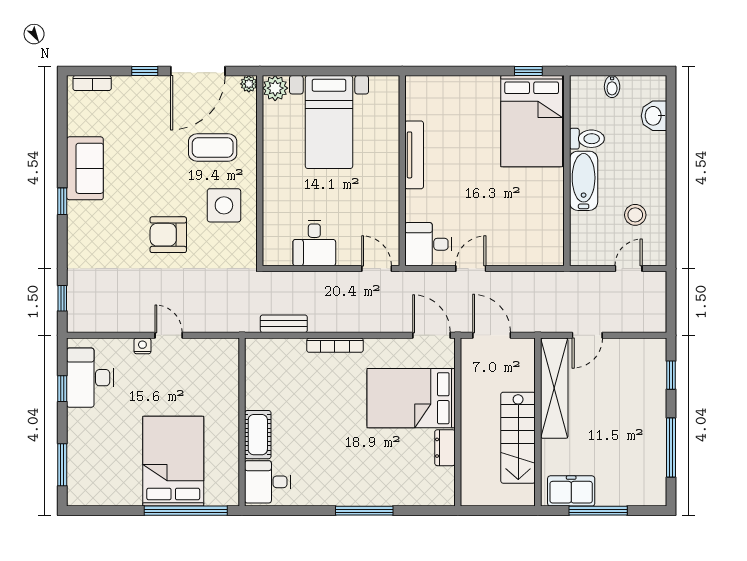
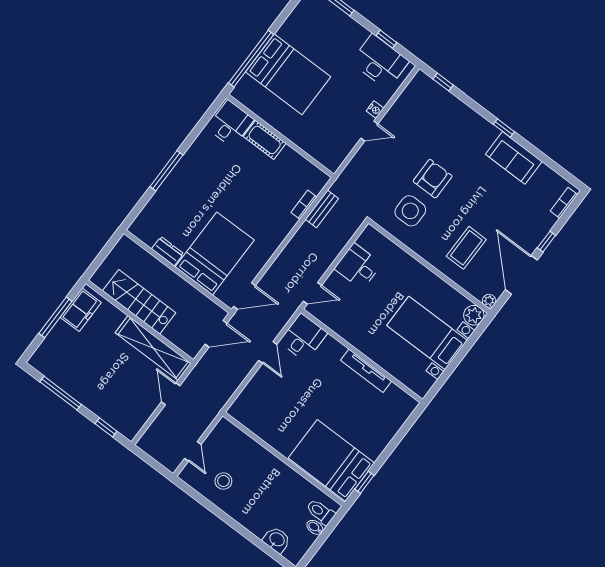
toilet: (587, 139) -> (320, 512), moved, turned 90
bathtub: (584, 181) -> (269, 465), removed
side table: (224, 205) -> (410, 211), moved
bookcase: (335, 345) -> (304, 205), moved, width x0.64

